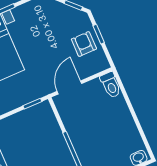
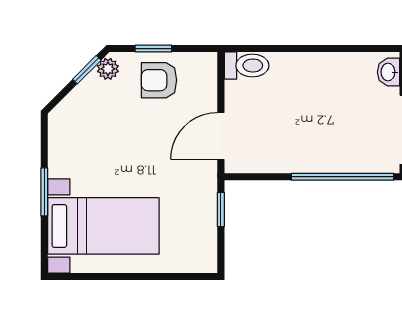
plant: (78, 16) -> (108, 69), added
door: (69, 87) -> (221, 136), hinge flipped

